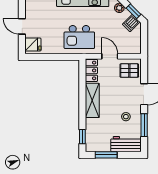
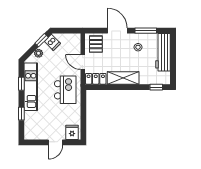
door: (110, 56) -> (83, 62), hinge flipped
workbench: (126, 144) -> (163, 52), width x1.38
window: (106, 155) -> (173, 65), removed

